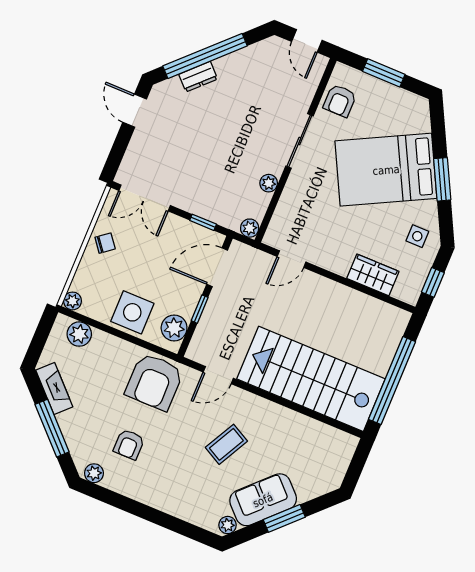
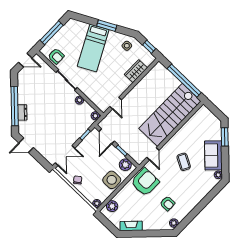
window: (384, 73) -> (52, 33), width x1.44
bed: (386, 170) -> (93, 48), width x0.67
armchair: (154, 382) -> (145, 182), turned -90
window: (52, 428) -> (148, 233), removed
window: (284, 518) -> (225, 137), moved

